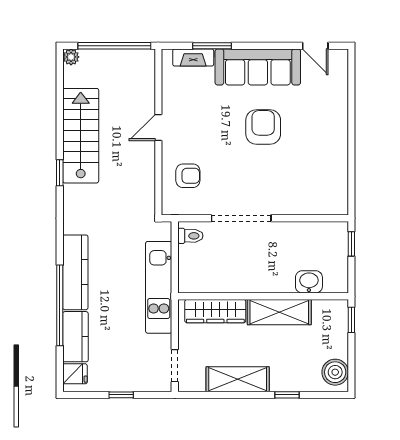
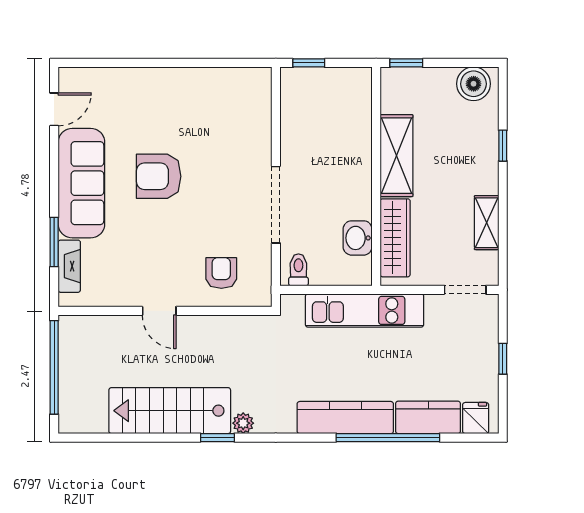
plant: (71, 57) -> (243, 423), moved
washbasin: (309, 282) -> (358, 238), moved
shelving: (238, 379) -> (487, 223), width x0.67, depth x0.75

